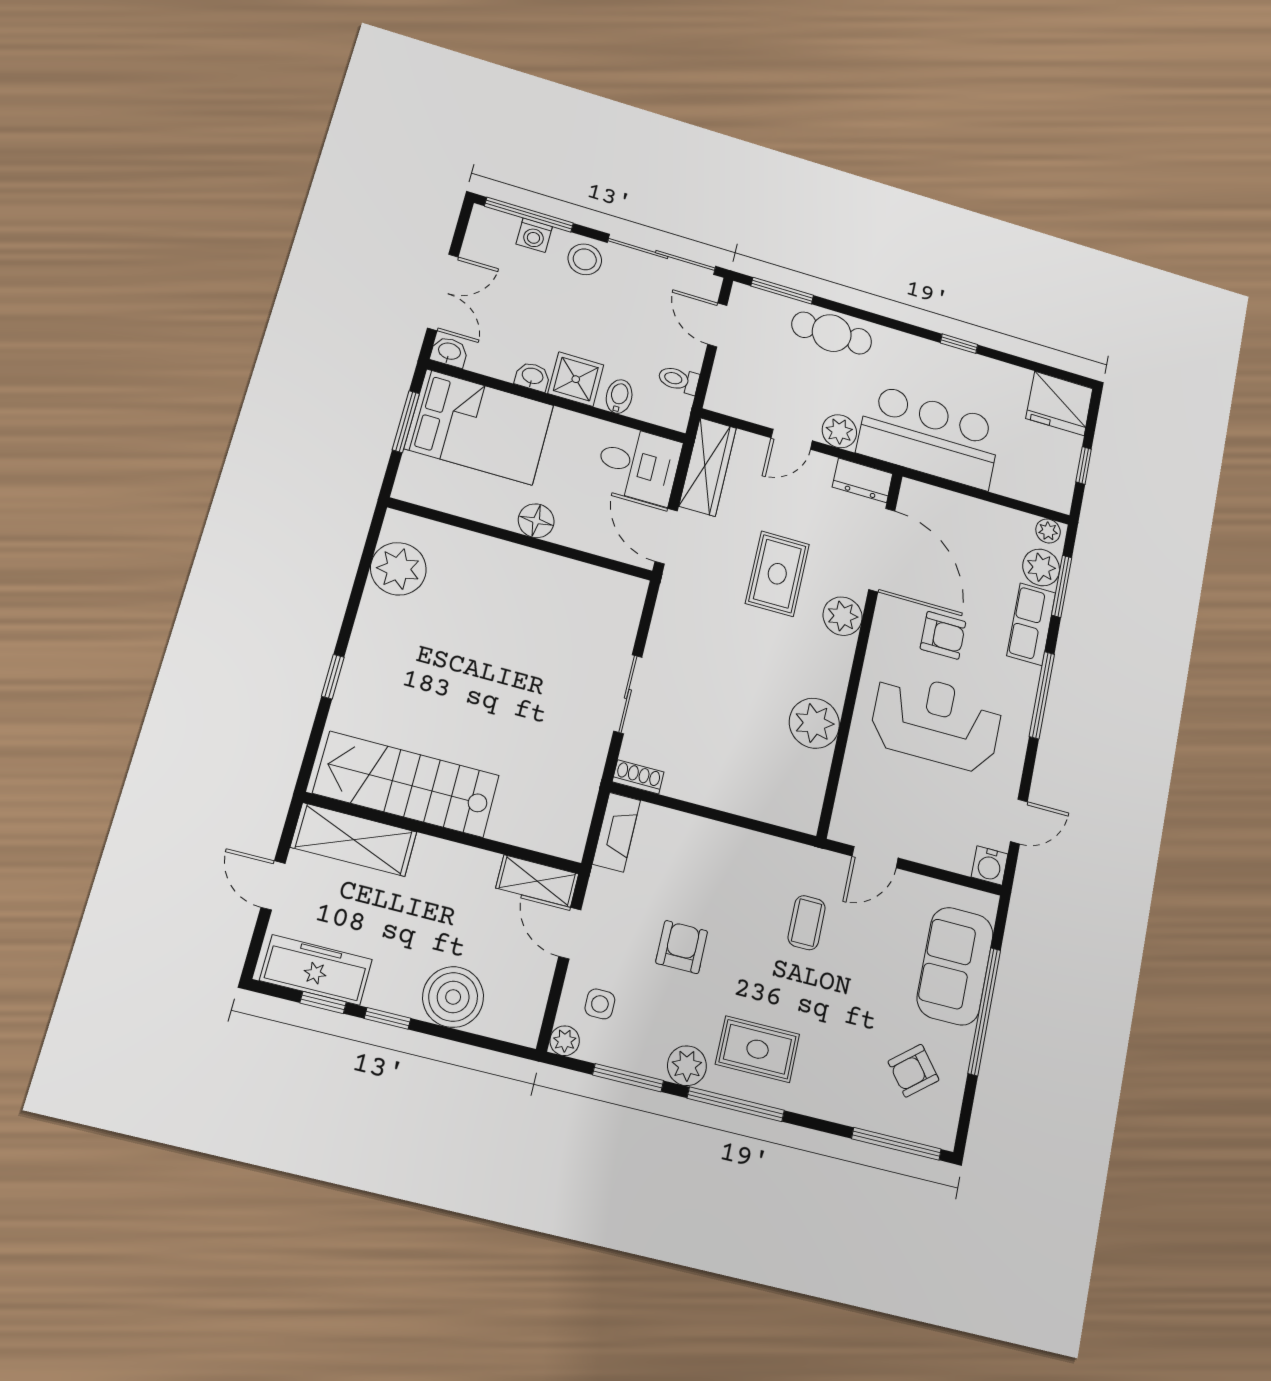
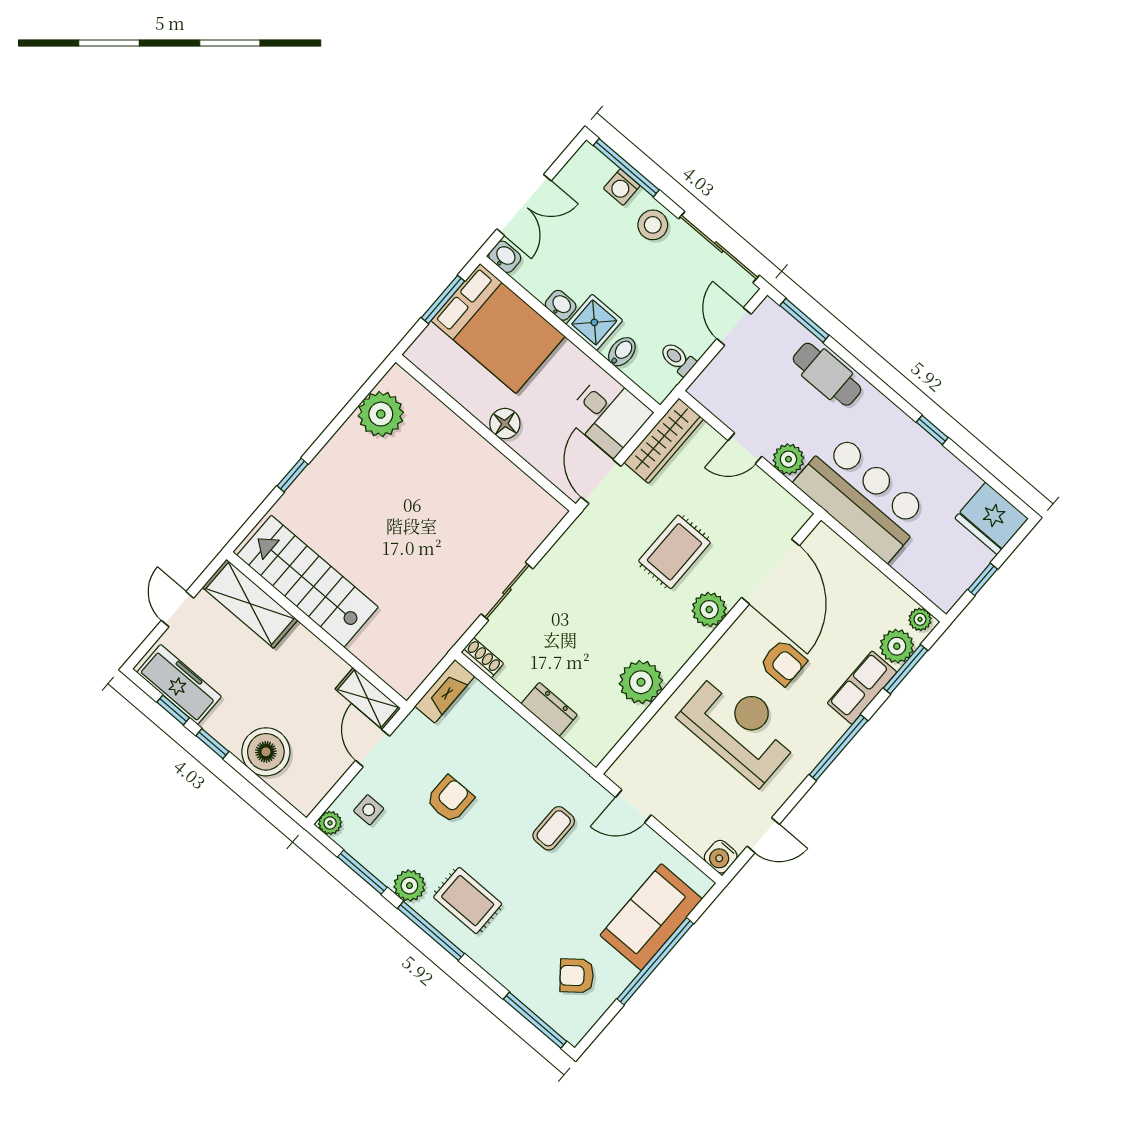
dresser: (863, 480) -> (549, 709), moved, turned 180

